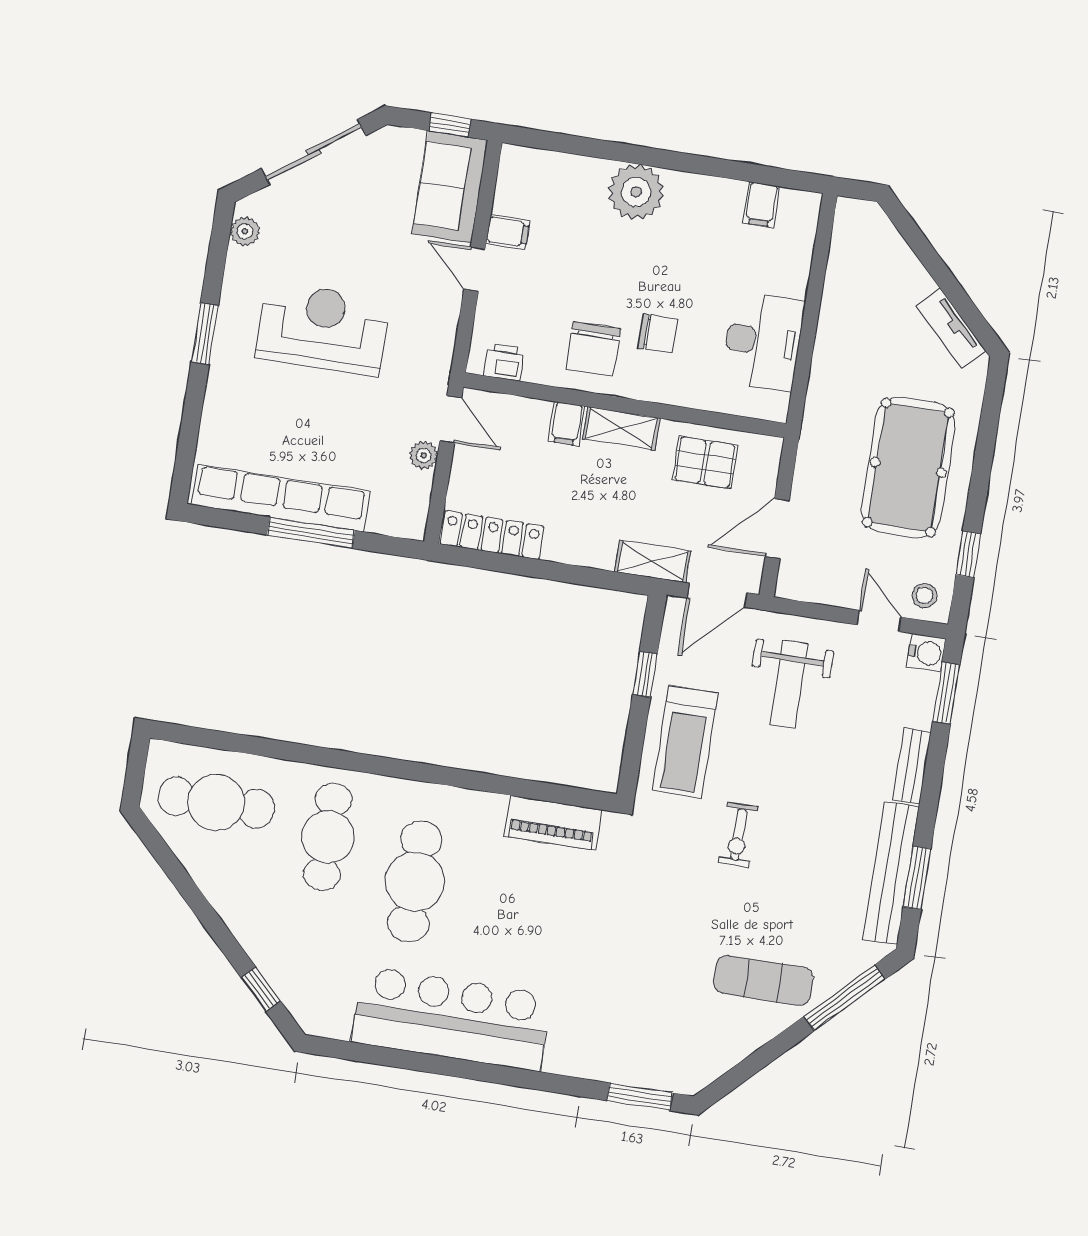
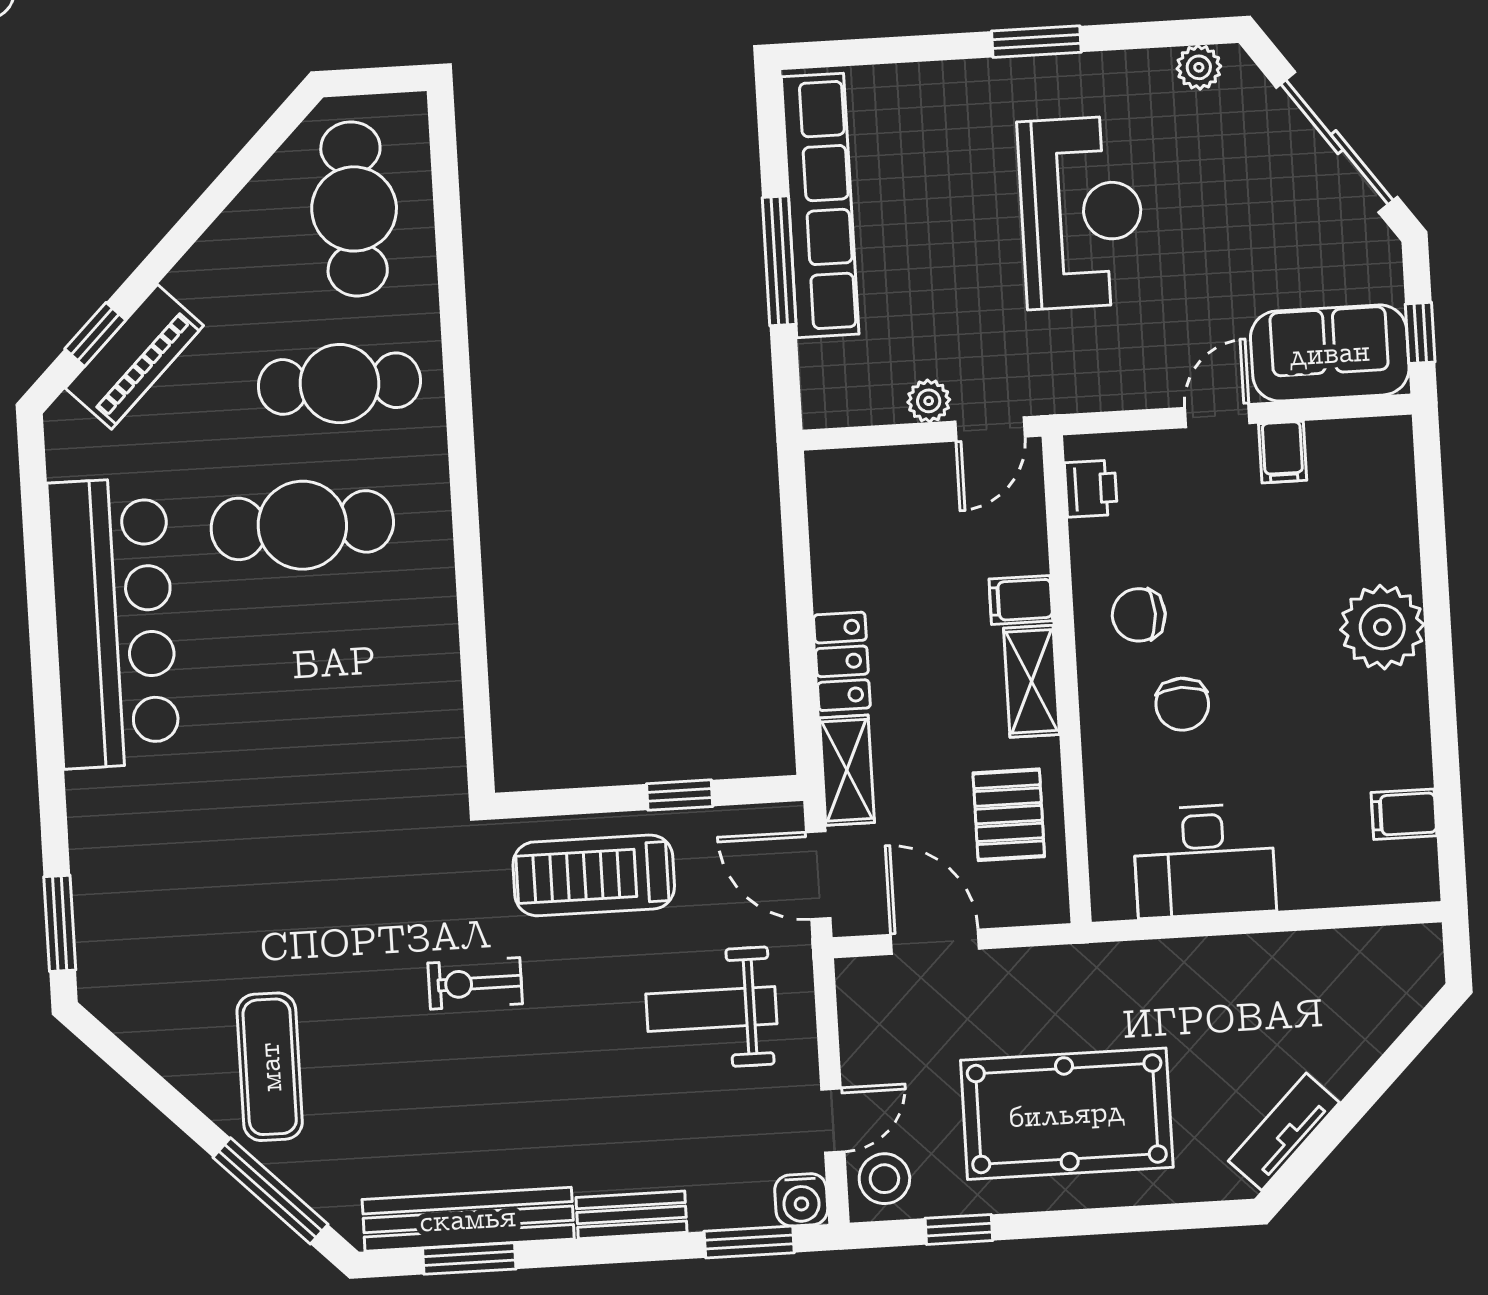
chair: (593, 349) -> (1139, 615), width x0.73, depth x0.73
locker: (492, 535) -> (842, 661), moved, width x0.66
stool: (924, 596) -> (884, 1179), width x1.37, depth x1.37
piano: (553, 823) -> (134, 357), moved, turned -135

